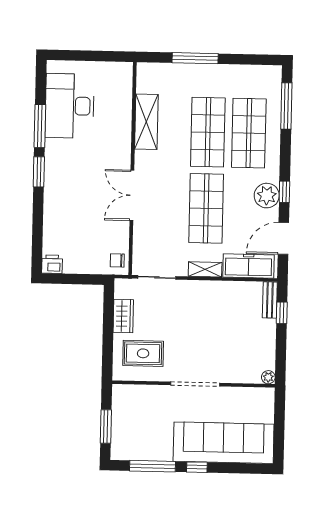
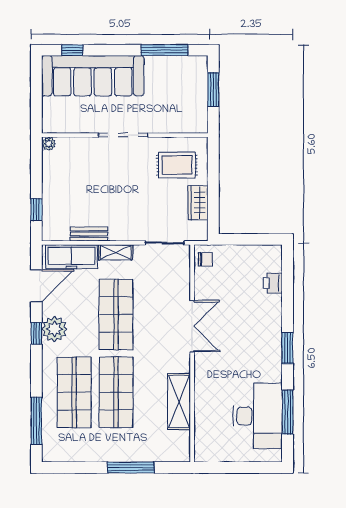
window: (40, 126) -> (288, 412), moved
printer: (52, 264) -> (273, 283), moved, turned 90
bench: (270, 300) -> (89, 234), moved, turned 90
window: (197, 467) -> (72, 50), moved

